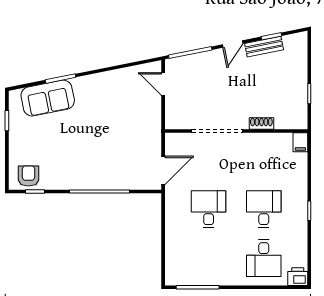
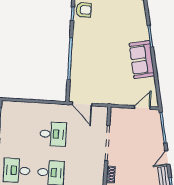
door: (233, 44) -> (167, 158), hinge flipped
sofa: (48, 98) -> (142, 60), moved

